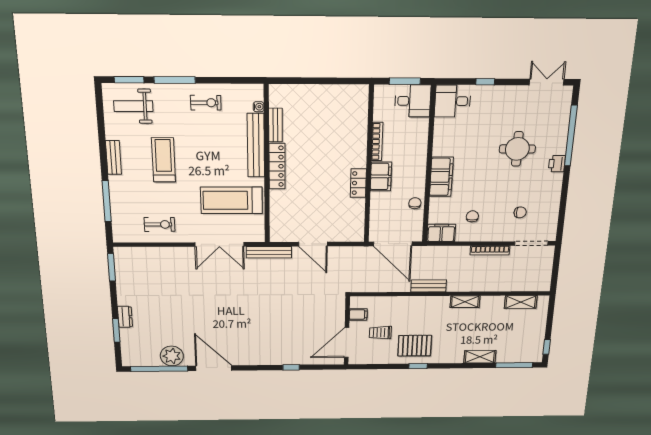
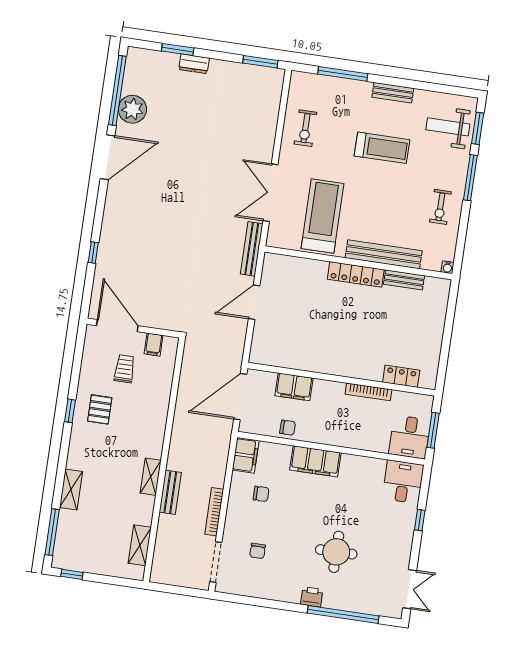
weight bench: (133, 106) -> (448, 127), turned -90
water cooler: (259, 107) -> (447, 267), moved
filing cabinet: (381, 176) -> (294, 387), moved
locker: (358, 183) -> (401, 376), moved
bench: (429, 286) -> (170, 492), moved
pallet: (415, 346) -> (100, 409), width x0.67, depth x0.71

